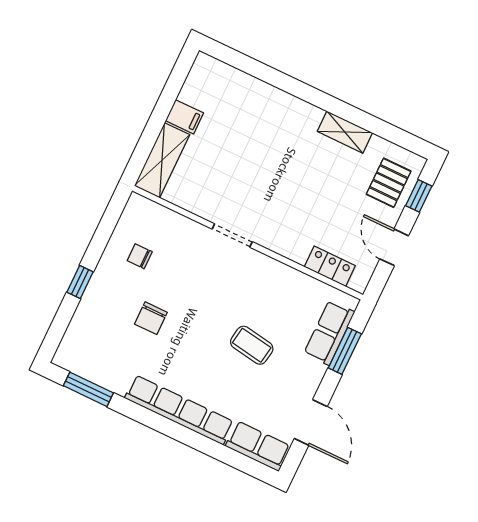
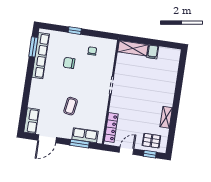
locker: (330, 266) -> (111, 127), width x1.53
row of seats: (179, 410) -> (41, 56), moved

